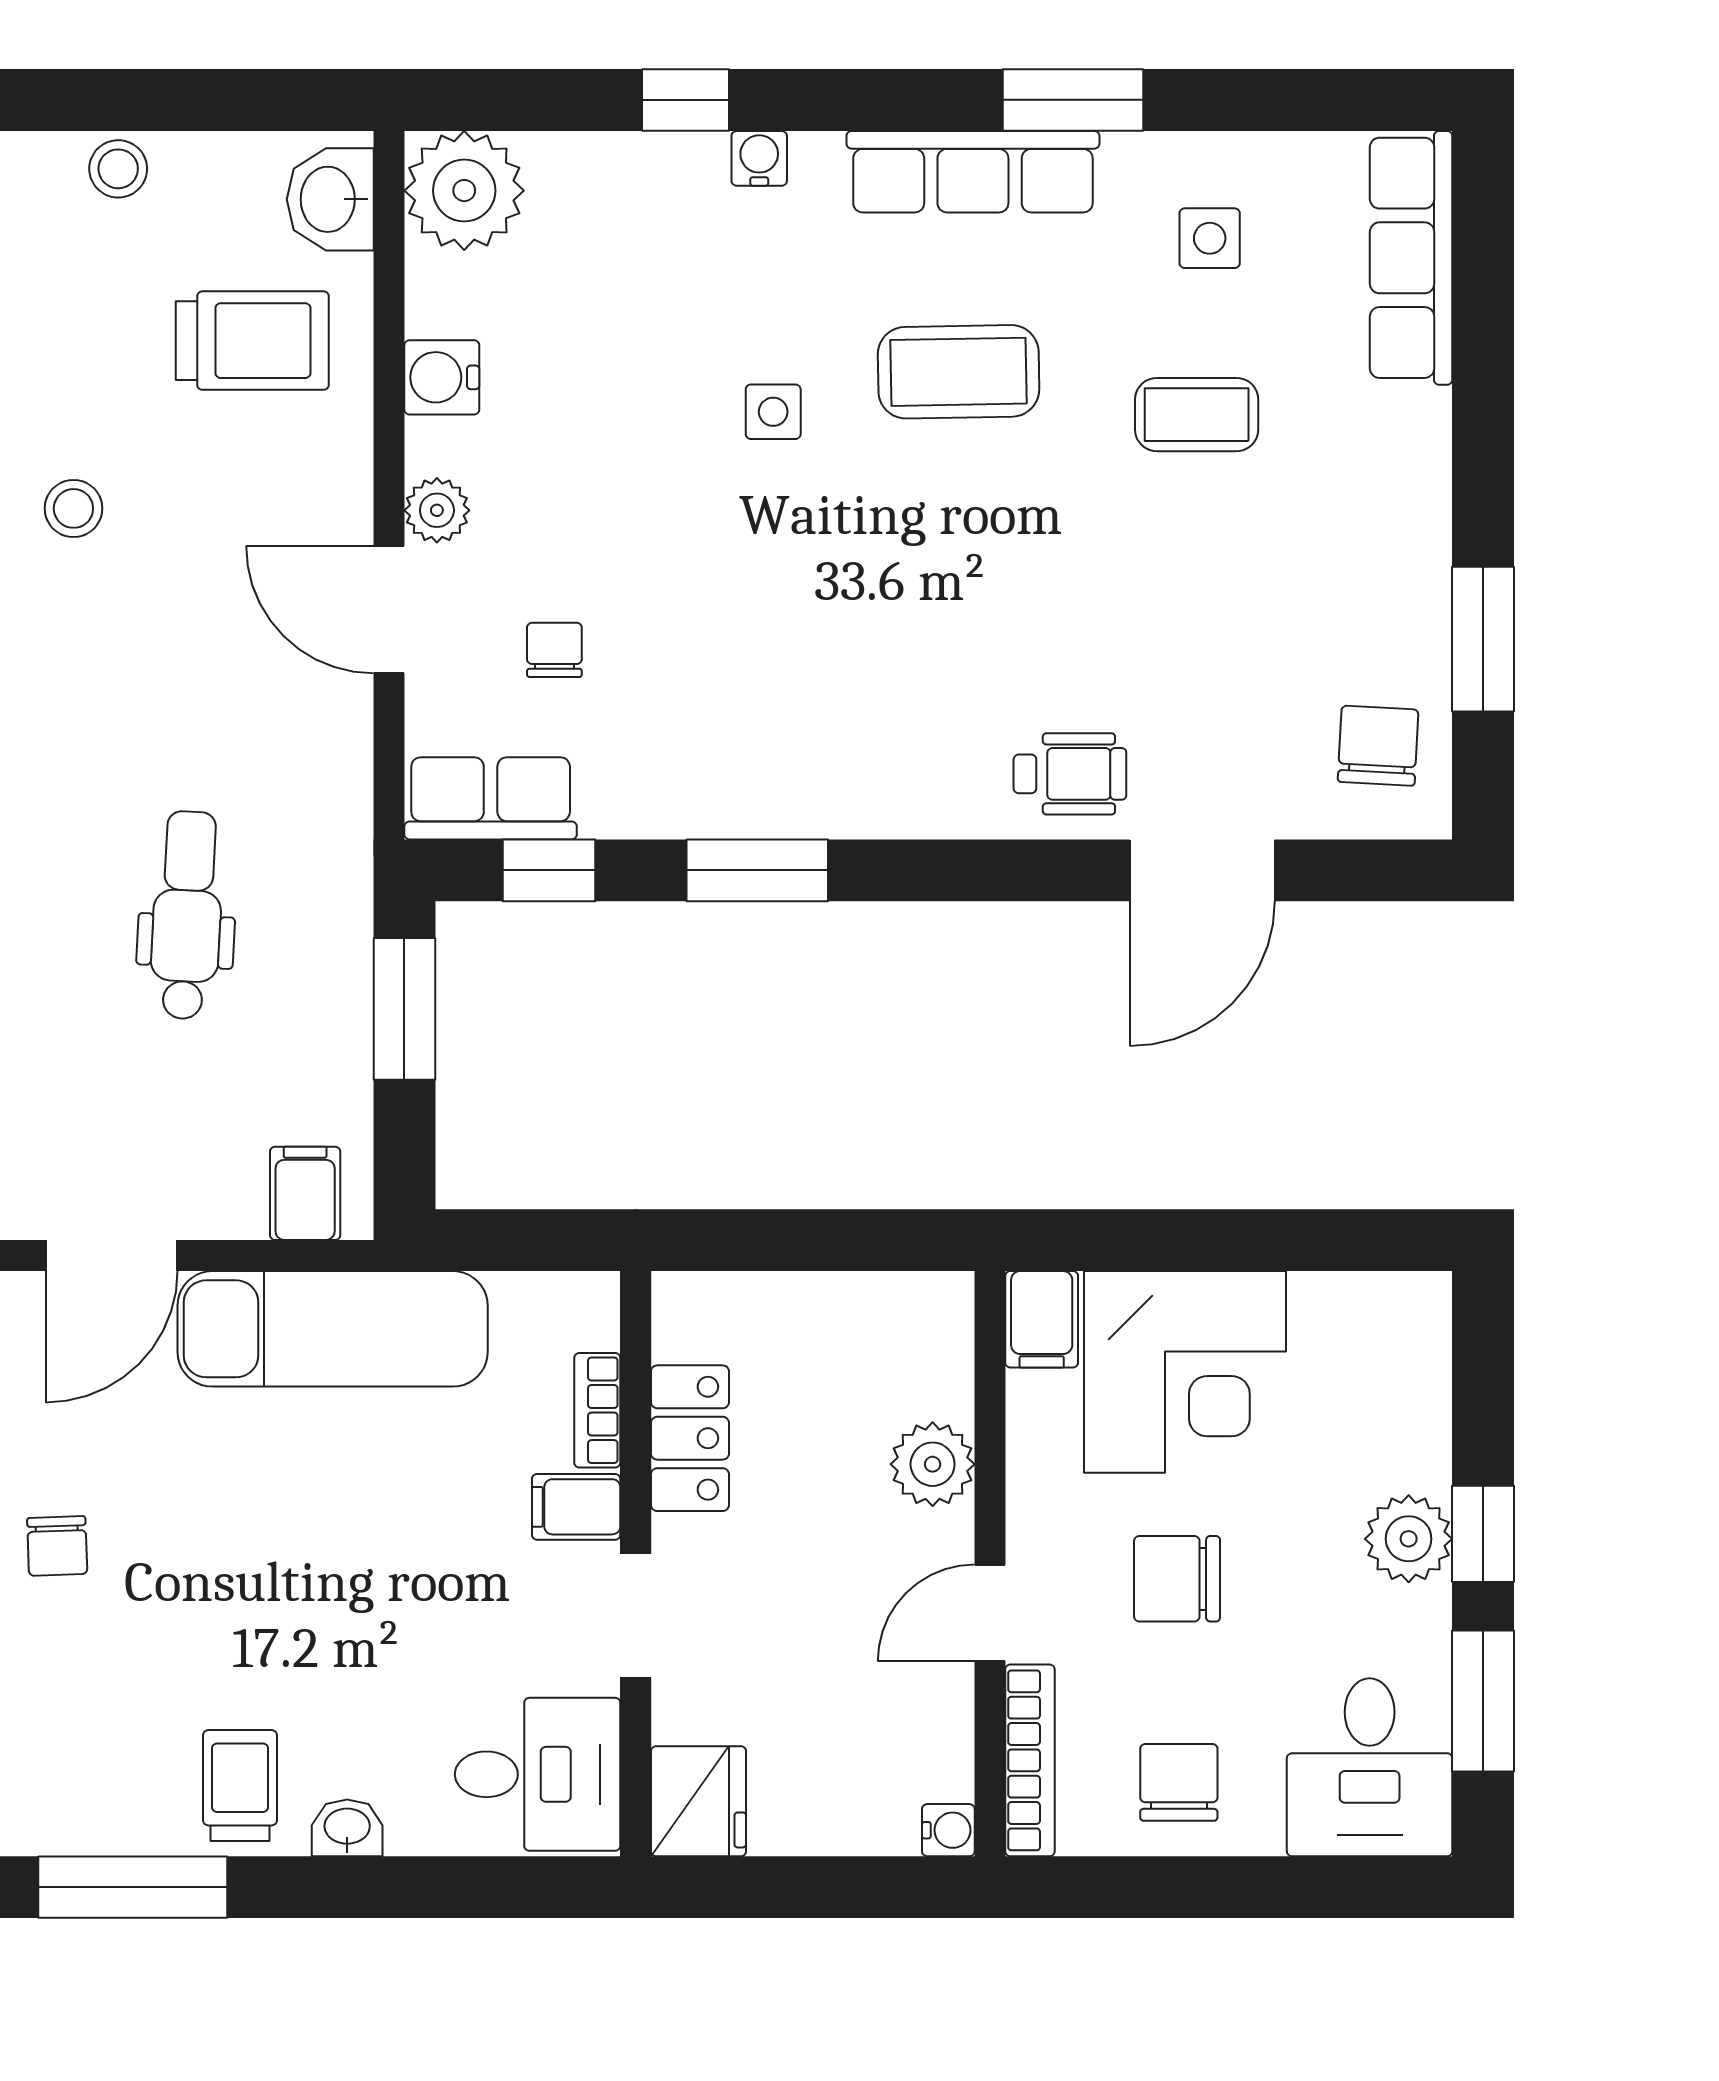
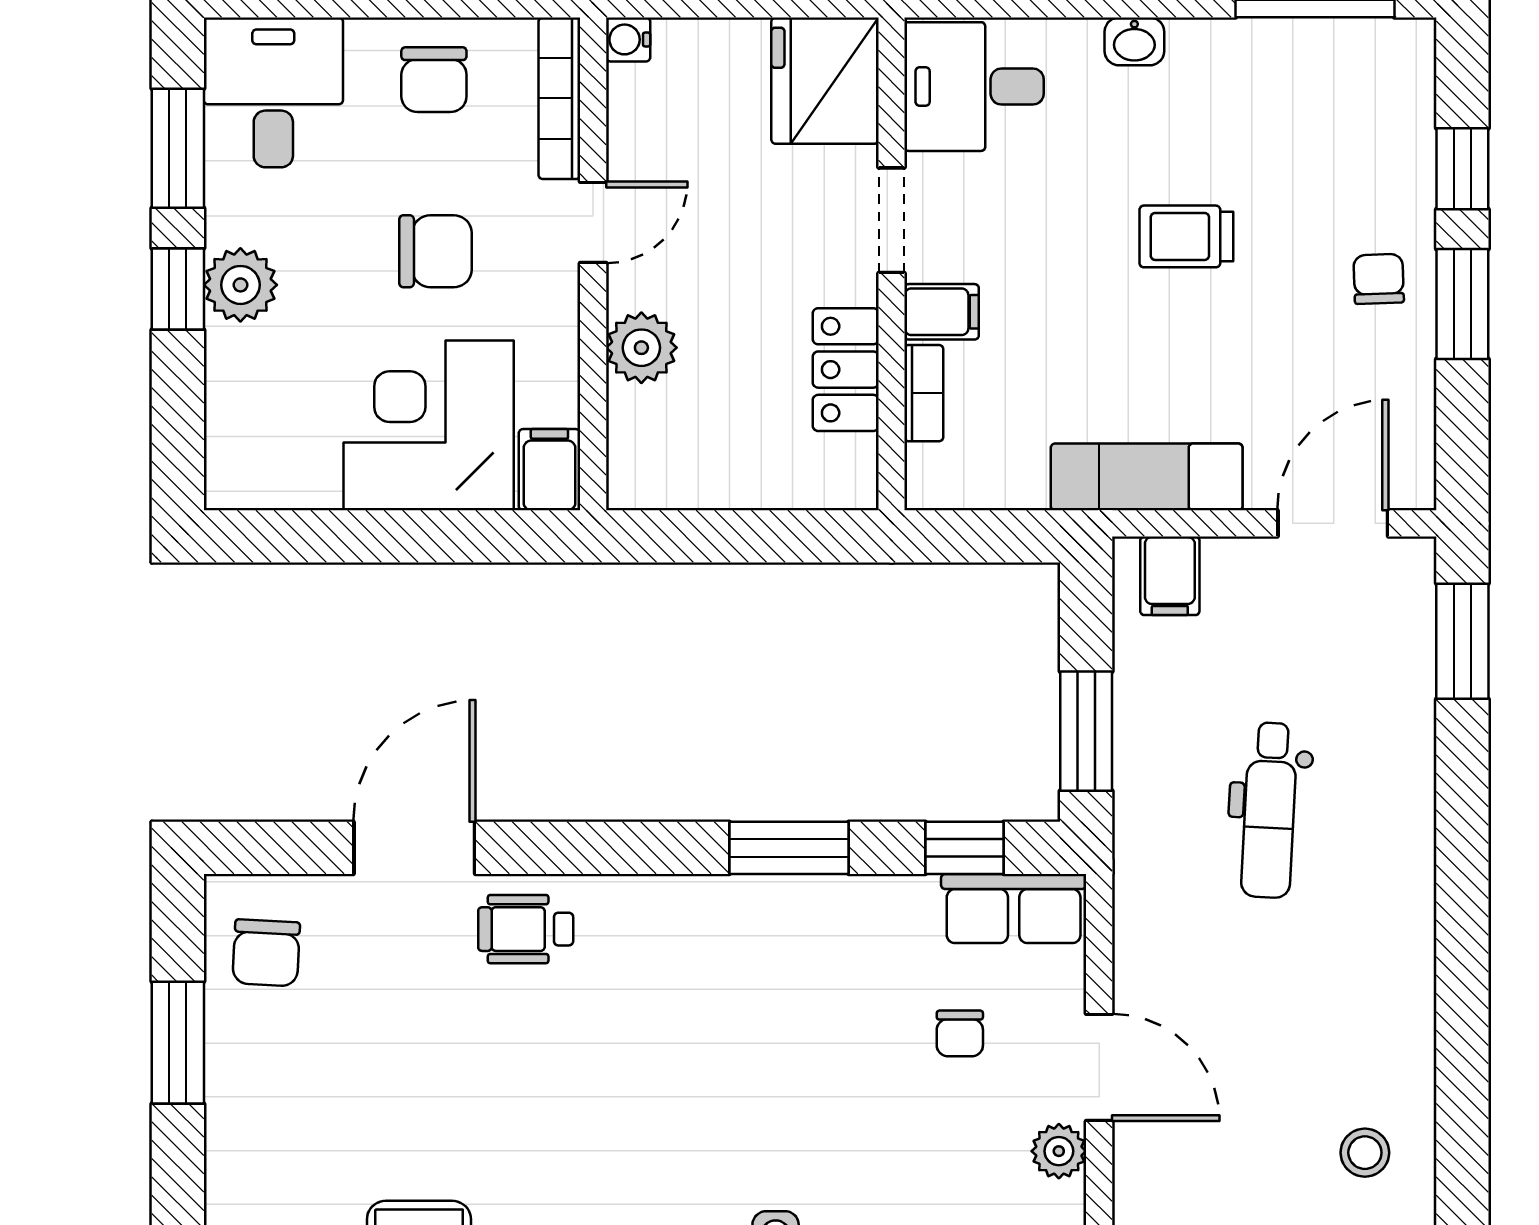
exam couch: (333, 1329) -> (1147, 477), width x0.73, depth x0.69
trolley: (240, 1786) -> (1186, 236), moved, turned 90
fridge: (698, 1801) -> (825, 81), width x1.36, depth x1.34

